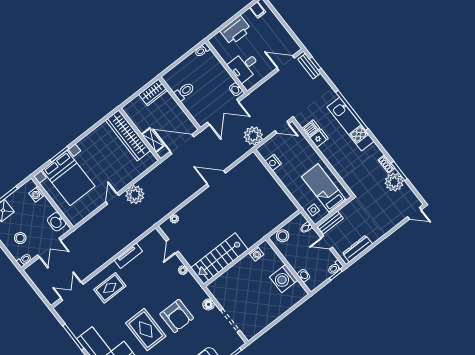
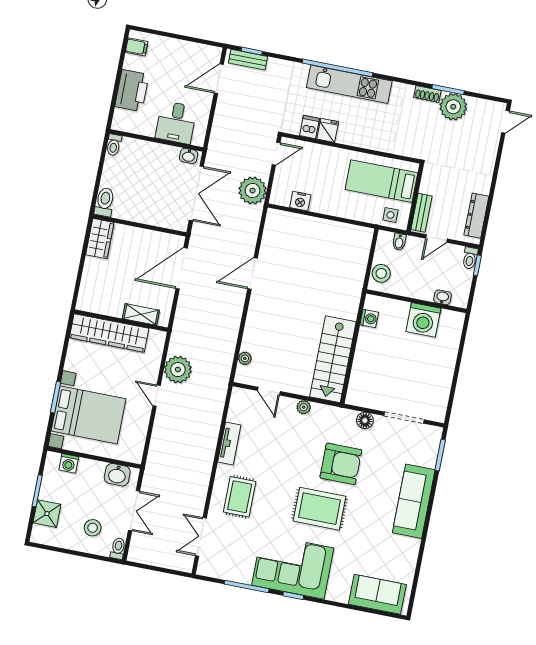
toilet: (184, 92) -> (105, 202), moved
wall: (140, 134) -> (121, 321), moved
wardrobe: (128, 135) -> (109, 333), moved
shelving: (153, 140) -> (141, 314), moved

